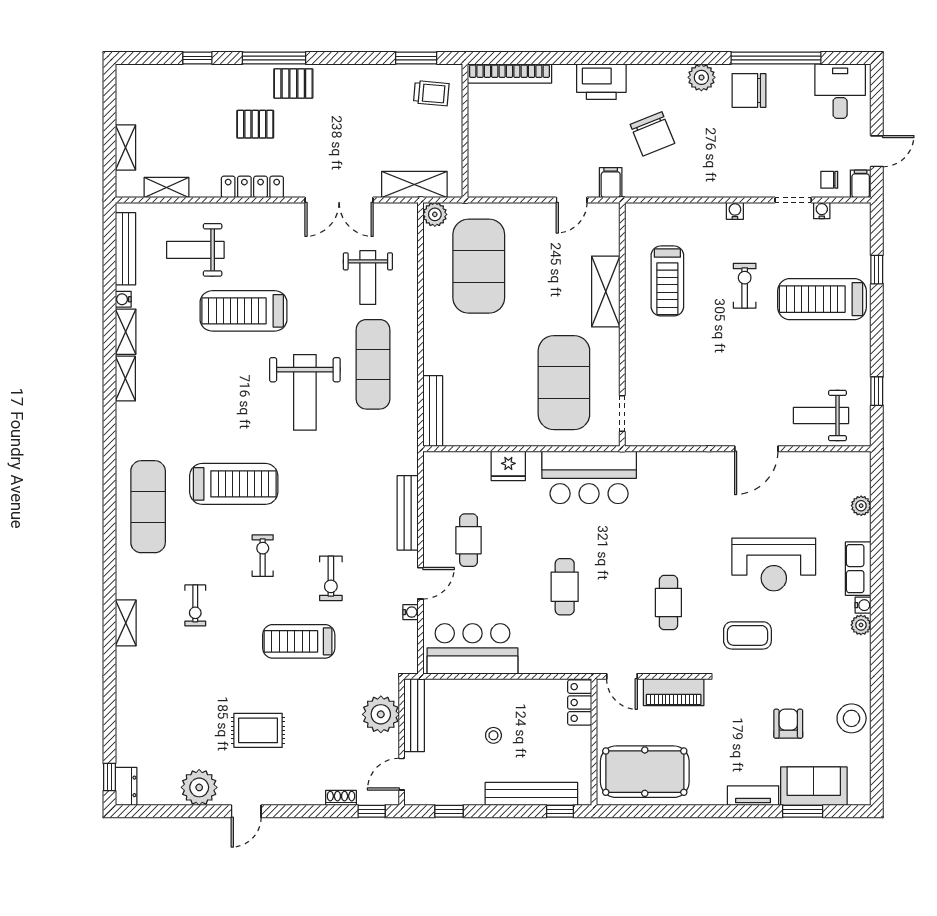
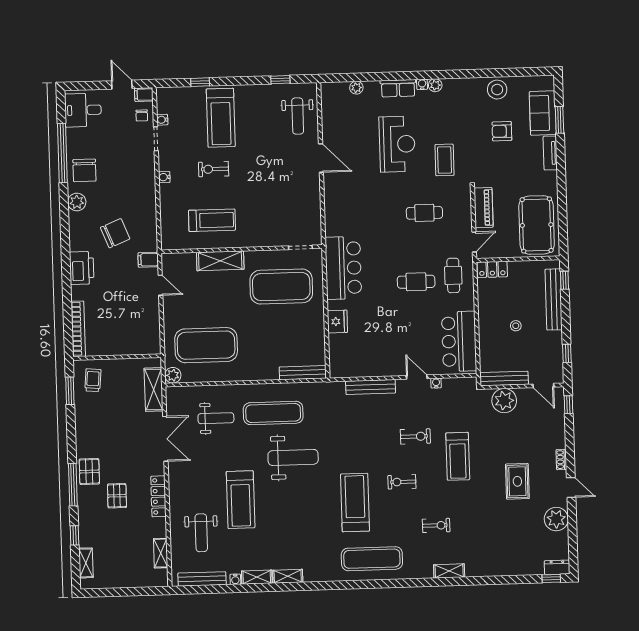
shelving: (126, 147) -> (86, 563), moved, turned 90
cafe table: (469, 540) -> (453, 275), moved, turned 90
shoe rack: (341, 798) -> (561, 460), moved

